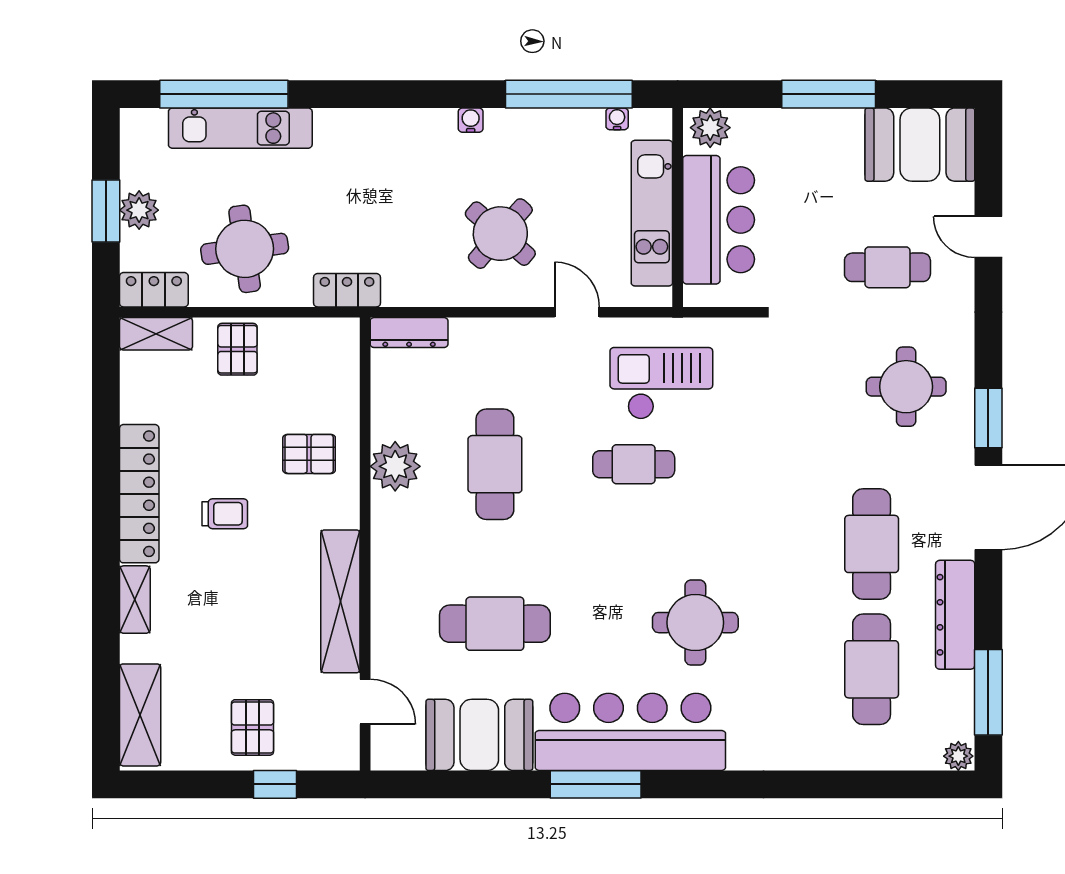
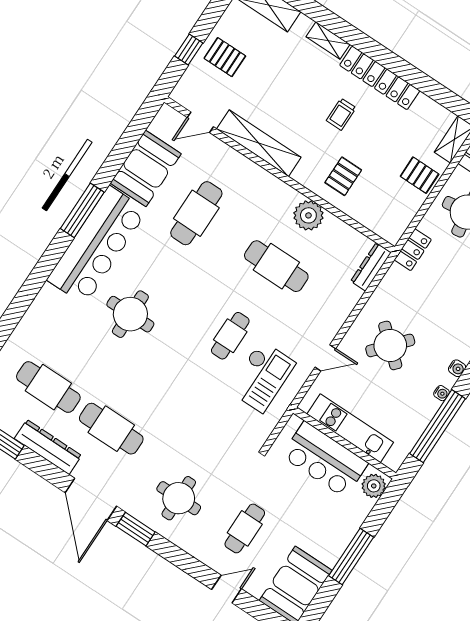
water cooler: (617, 119) -> (441, 393), moved

